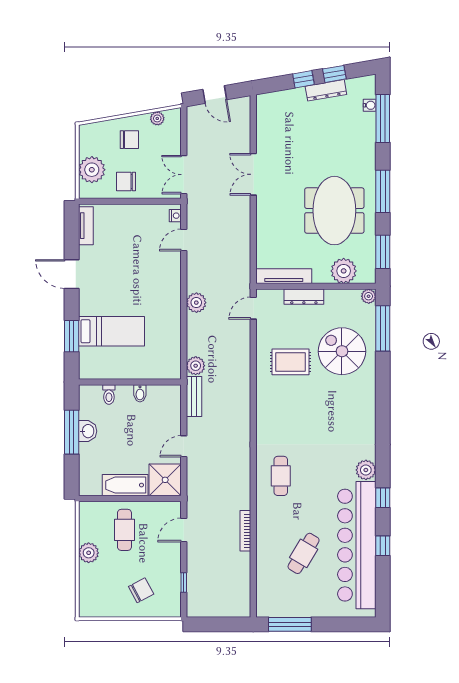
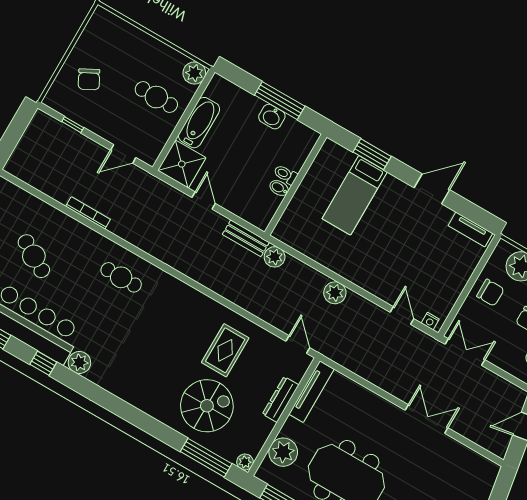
chair: (126, 182) -> (490, 293), turned 90
toilet: (109, 394) -> (285, 174), moved
door: (184, 530) -> (123, 154), swing flipped
plant: (89, 553) -> (194, 73), moved

